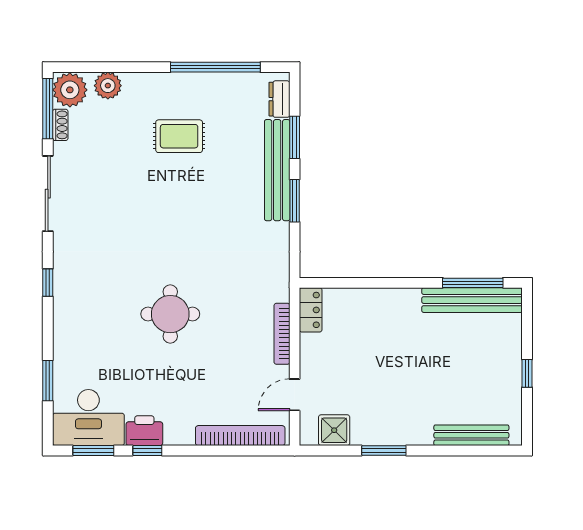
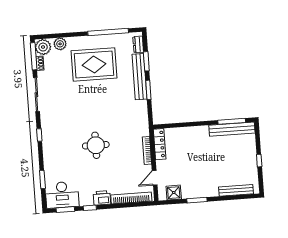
rug: (179, 136) -> (94, 64), width x1.86, depth x2.06
locker: (311, 310) -> (160, 144), width x1.53
printer: (144, 431) -> (102, 198), moved

